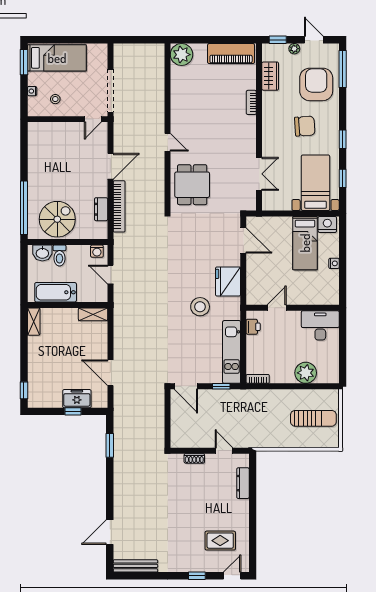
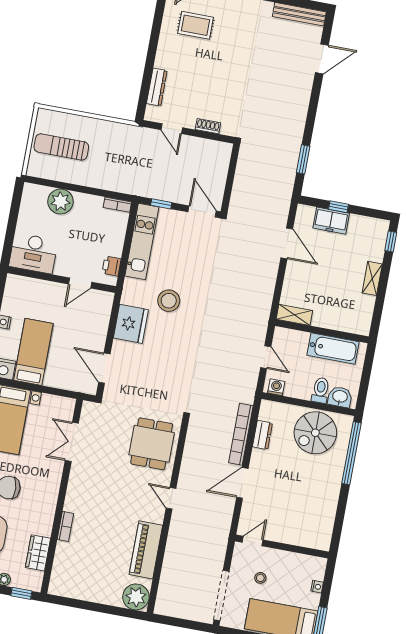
piano: (231, 54) -> (146, 550), moved, turned -90
doorway: (110, 91) -> (222, 595), moved
stool: (55, 99) -> (260, 578), moved
shelving: (34, 322) -> (372, 278), moved

